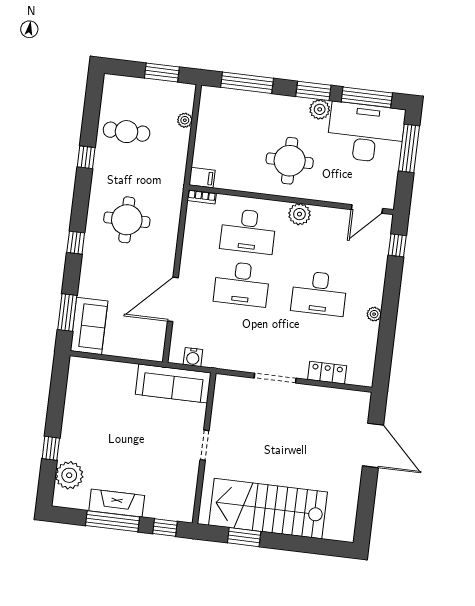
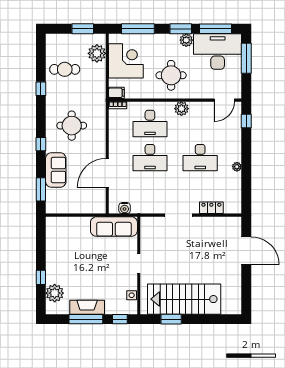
plant: (185, 120) -> (97, 53), width x1.88, depth x1.88
corner desk: (223, 130) -> (126, 61), added
sofa: (89, 326) -> (56, 170), moved
side table: (188, 493) -> (132, 295), added

